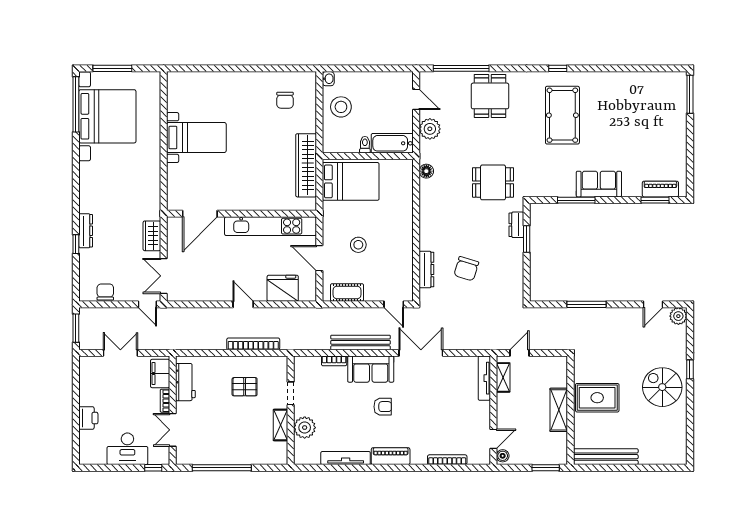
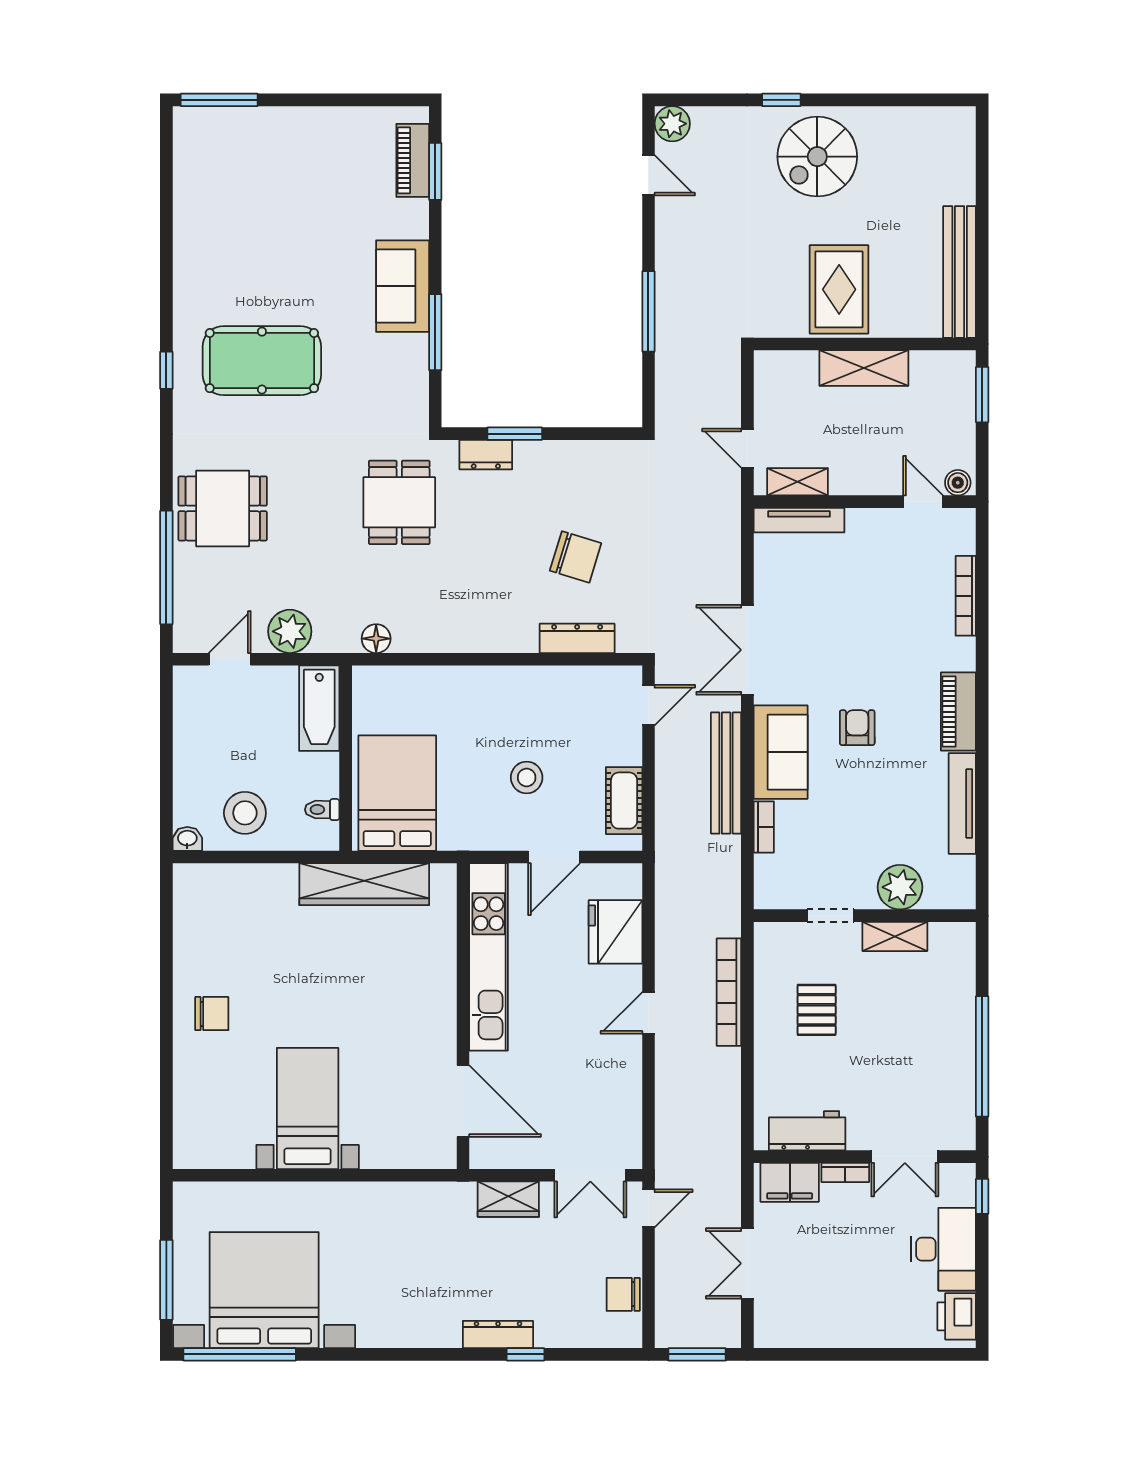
chair: (285, 100) -> (212, 1014), moved
toilet: (365, 145) -> (322, 810), moved
printer: (88, 418) -> (957, 1316), moved, turned -90

